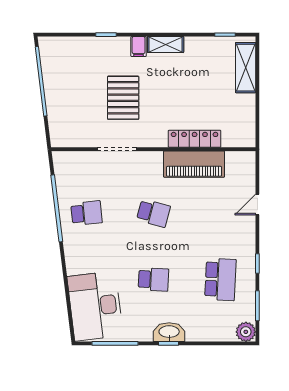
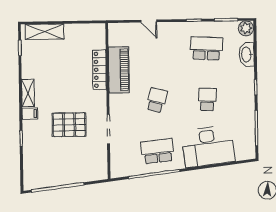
school desk: (86, 213) -> (157, 151), width x1.85
desk: (95, 306) -> (208, 146), moved
washbasin: (169, 332) -> (247, 55), moved

